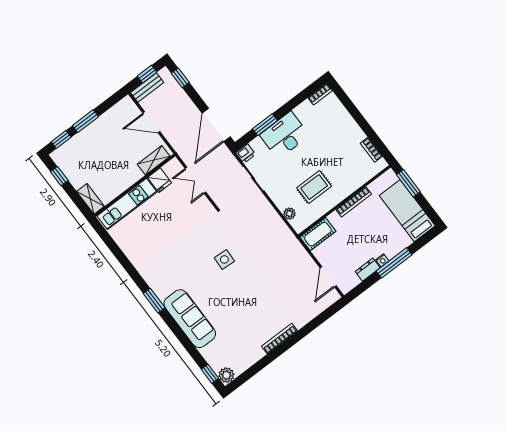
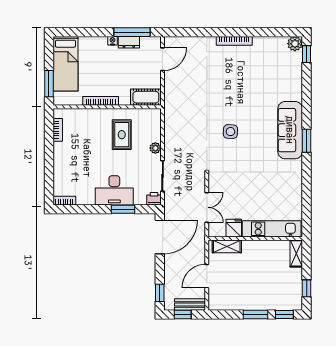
door: (151, 122) -> (207, 276), swing flipped
rug: (314, 187) -> (122, 135), turned 90
plant: (289, 214) -> (155, 148), moved
window: (394, 263) -> (132, 32), moved
sofa: (190, 319) -> (290, 130), moved

